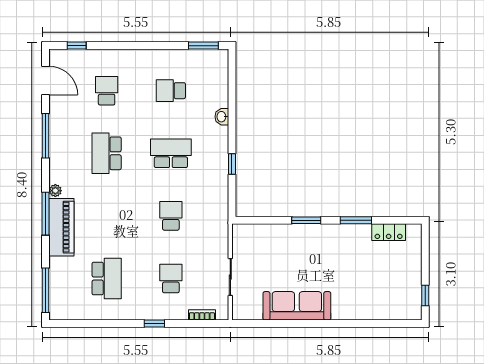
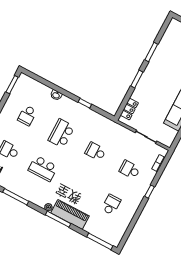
locker: (389, 232) -> (129, 109), moved
school desk: (107, 279) -> (111, 205), width x0.54

